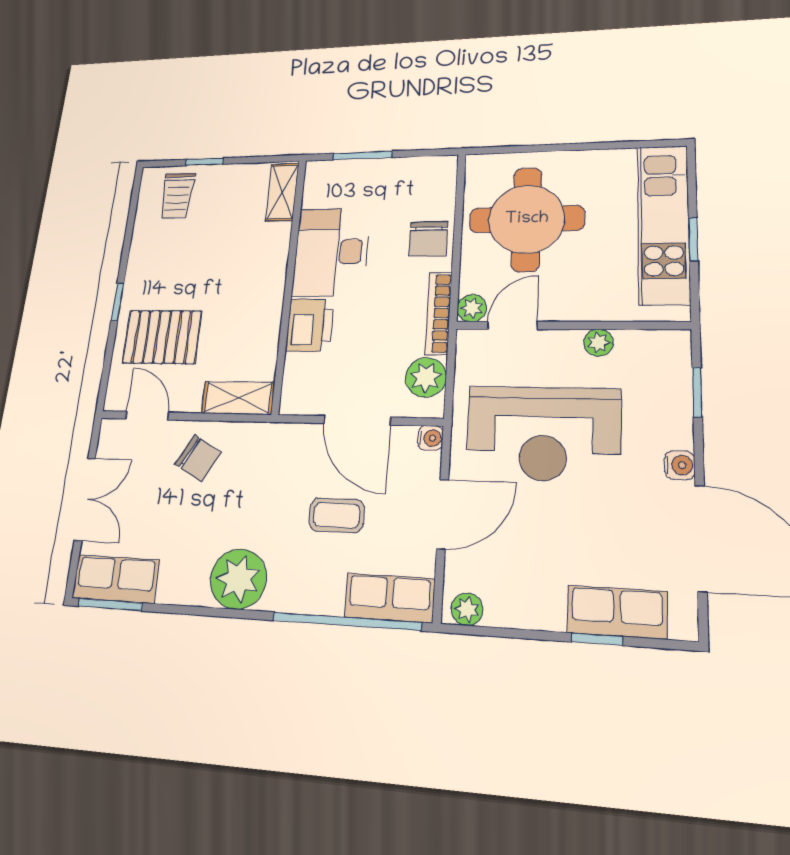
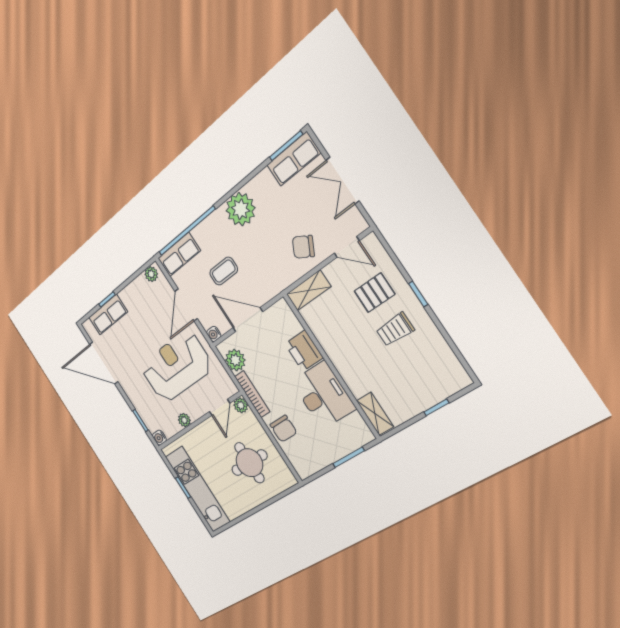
trolley: (177, 196) -> (395, 329), moved, turned -90
round table: (527, 219) -> (249, 463), width x0.73, depth x0.73
chair: (428, 239) -> (283, 429), turned 180
pallet: (162, 337) -> (375, 293), width x0.67, depth x0.71
water cooler: (680, 465) -> (159, 438), moved

